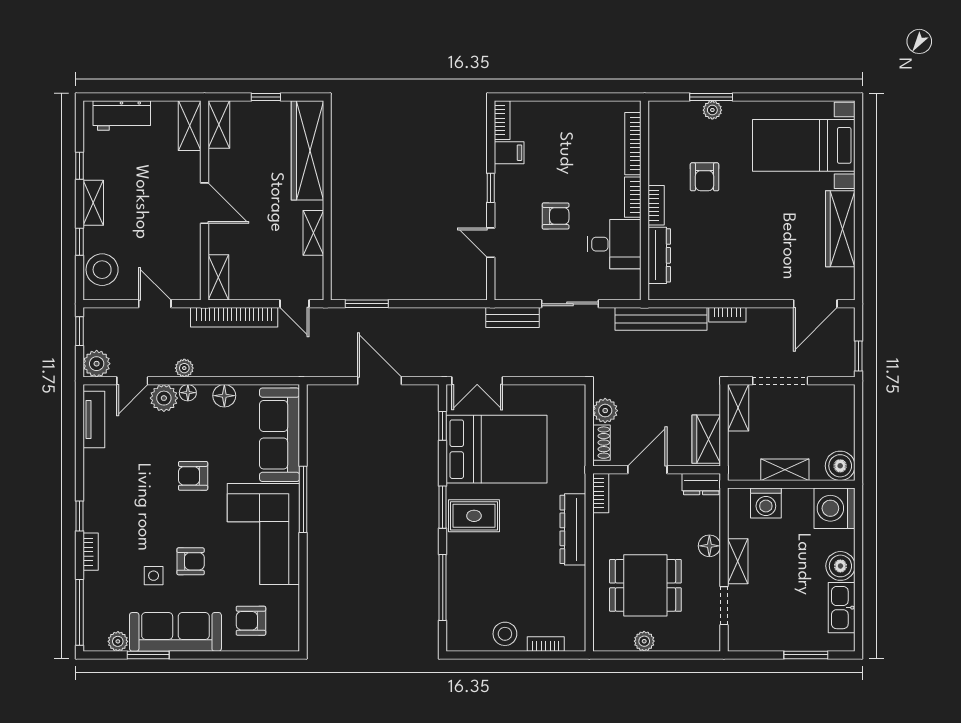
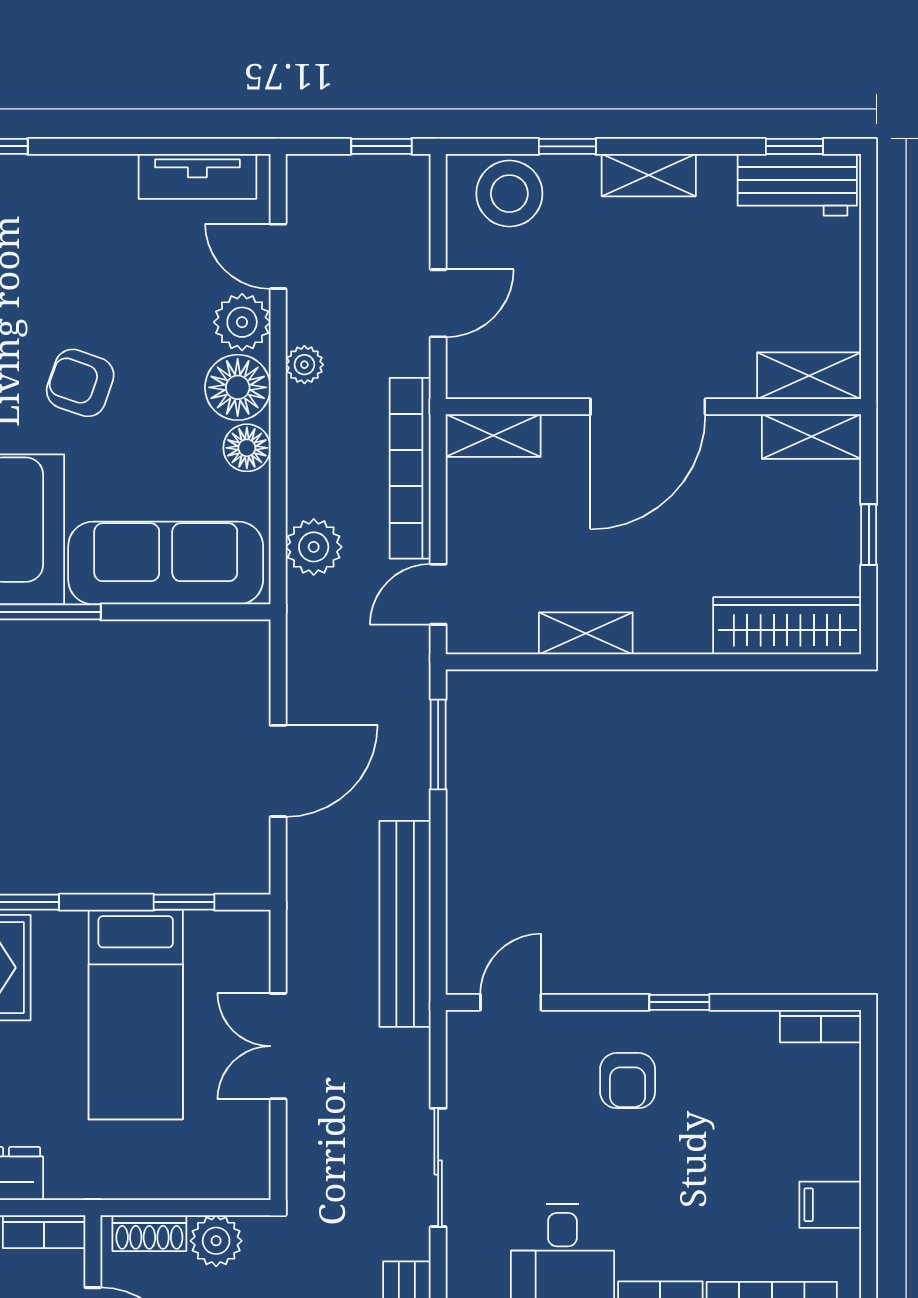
workbench: (122, 115) -> (797, 185), moved, turned -90
wardrobe: (307, 150) -> (787, 626), width x0.71, depth x0.85
filing cabinet: (509, 153) -> (830, 1205), moved, turned 90
window: (79, 166) -> (794, 146), moved
door: (204, 203) -> (648, 407), width x1.36
armchair: (556, 216) -> (628, 1081), moved
door: (491, 243) -> (511, 1002), moved
bench: (512, 318) -> (405, 924), moved, width x1.86, depth x1.21
plant: (97, 364) -> (314, 547), moved
double door: (477, 381) -> (278, 1046), moved
floor lamp: (188, 393) -> (238, 387), width x1.89, depth x1.89
bed: (497, 449) -> (136, 1015), width x0.67
armchair: (193, 476) -> (80, 383), turned -71

